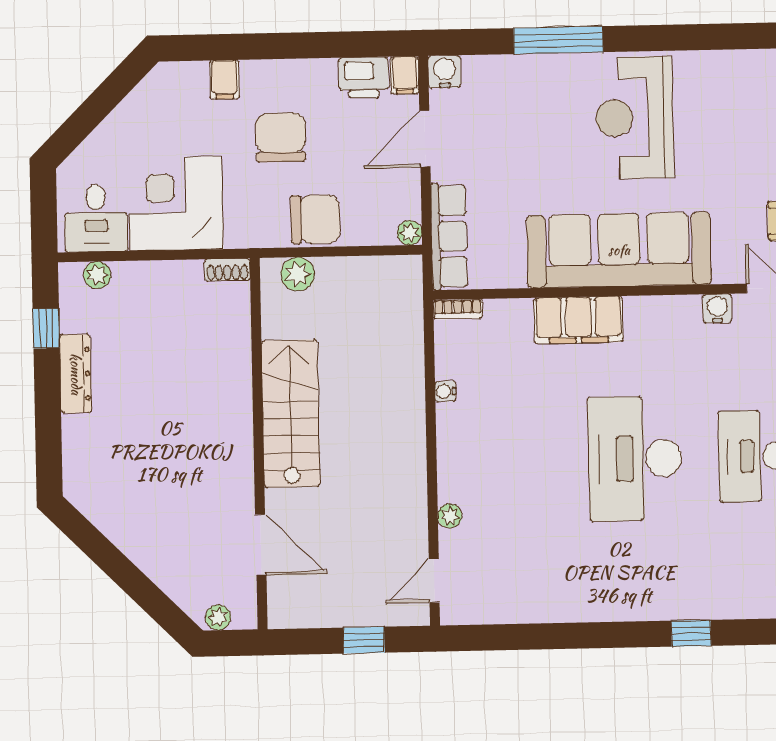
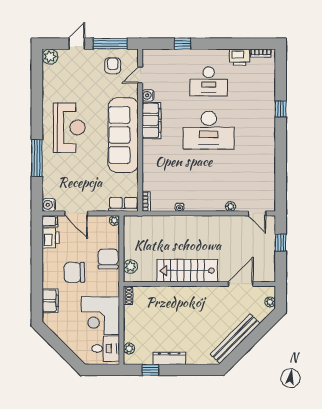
filing cabinet: (225, 79) -> (50, 301), width x2.00
reception desk: (634, 118) -> (69, 128), turned -90
row of seats: (449, 236) -> (123, 204), width x0.68
filing cabinet: (578, 320) -> (152, 120), moved
bench: (127, 534) -> (235, 339), added

